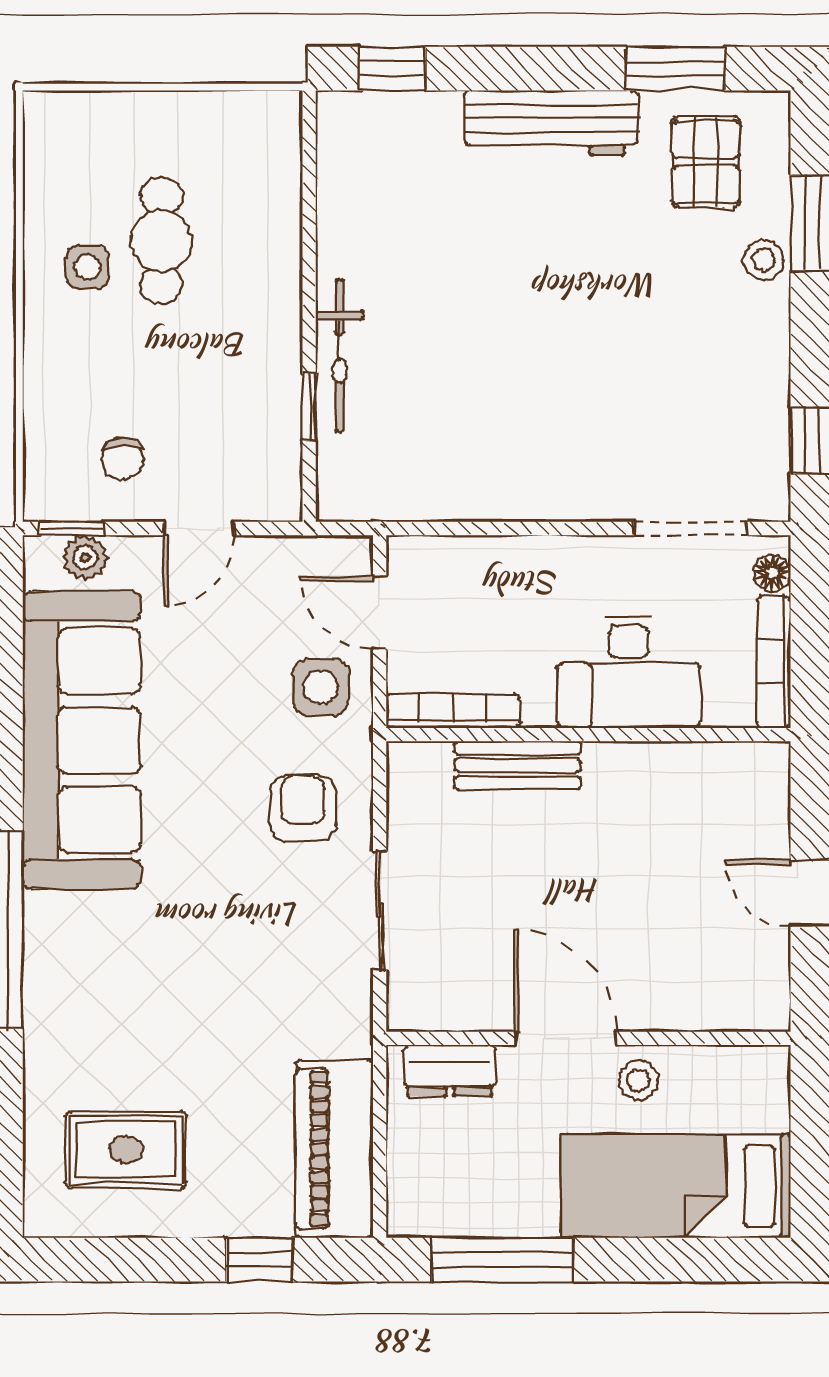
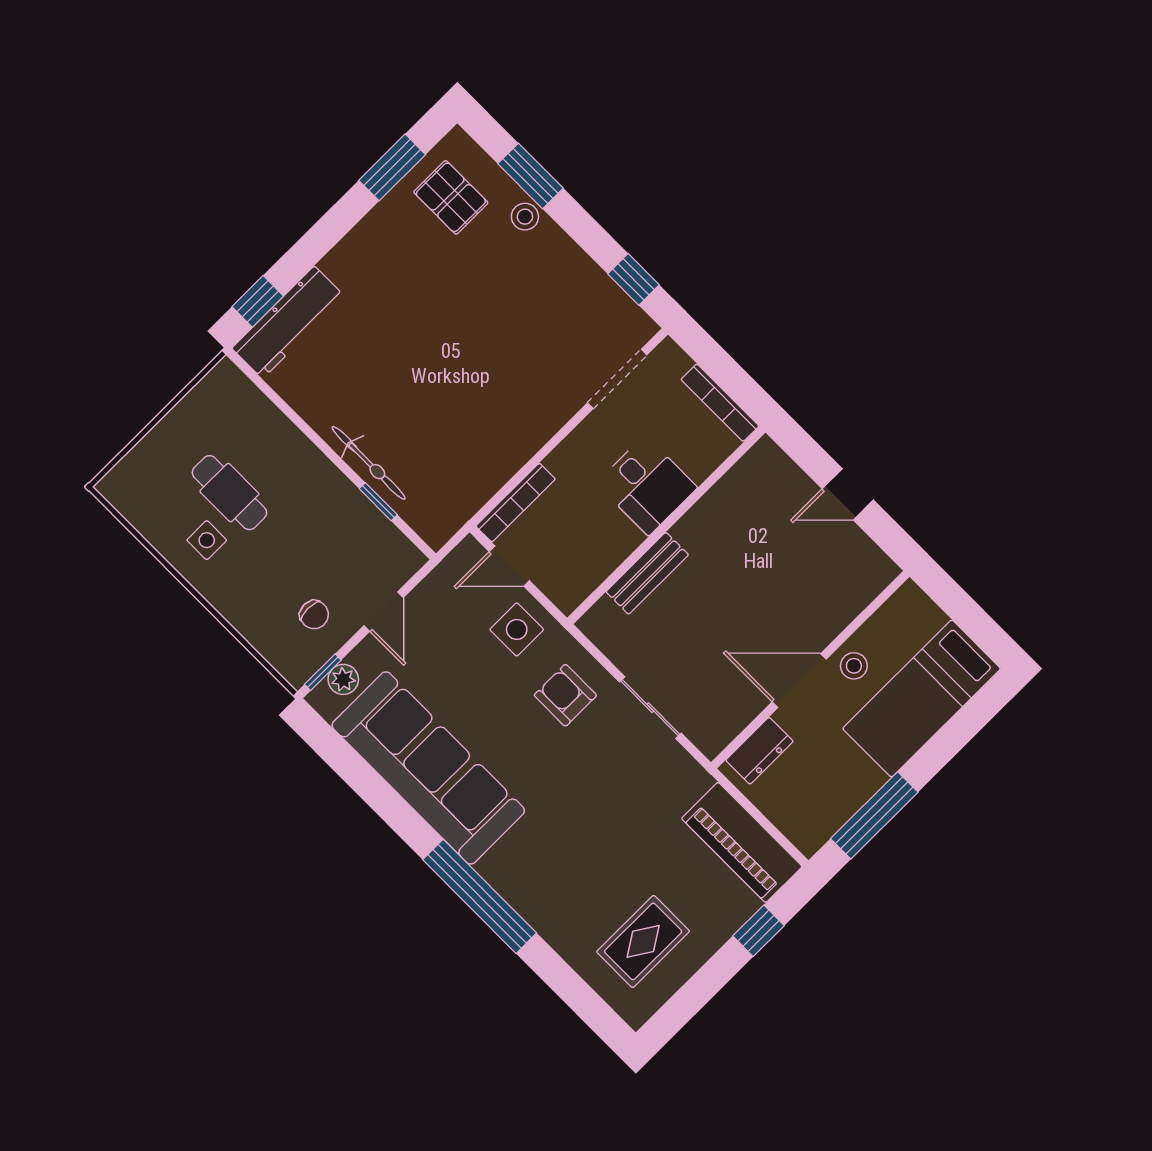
workbench: (551, 123) -> (288, 322), moved
floor lamp: (772, 573) -> (677, 361), removed
desk: (629, 672) -> (647, 485), width x0.73
bookcase: (453, 711) -> (516, 503), moved, turned 180

